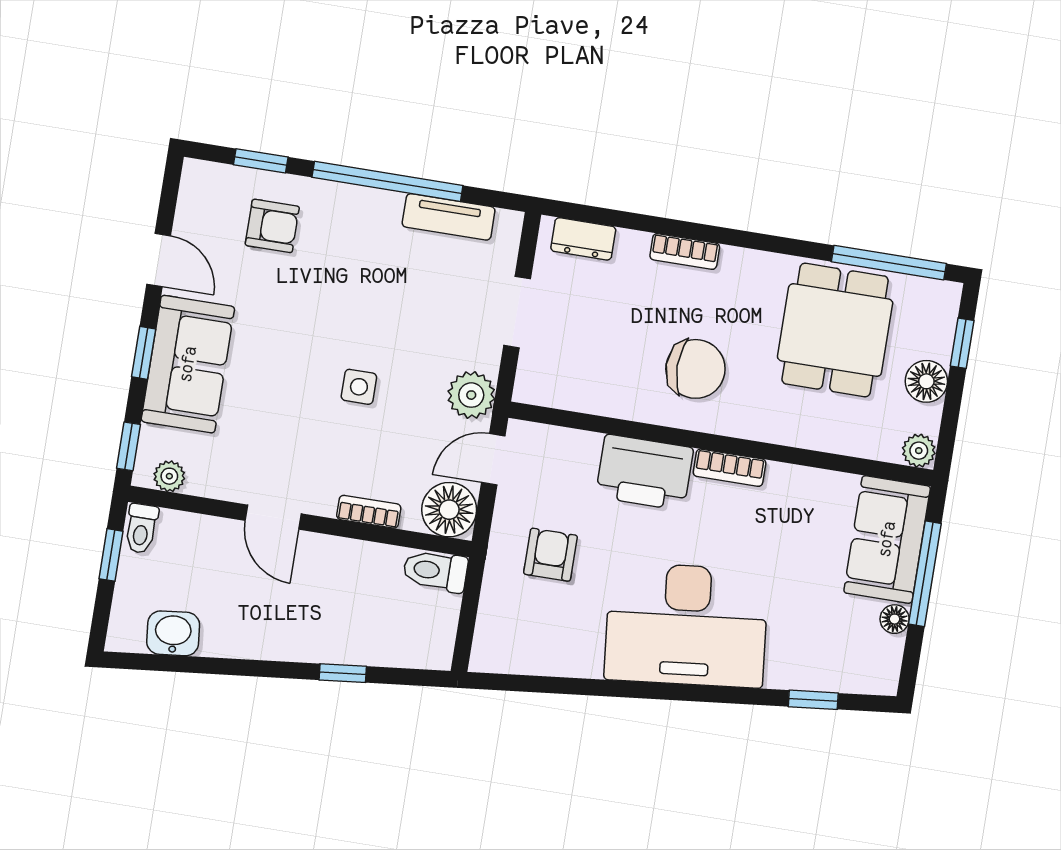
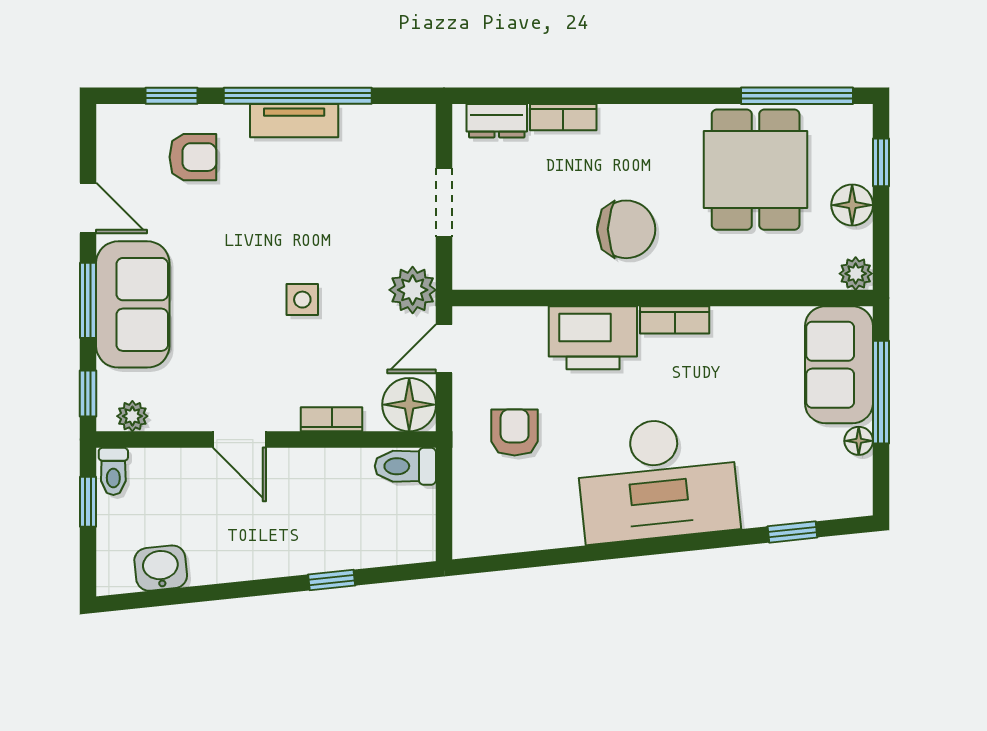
tv unit: (449, 217) -> (294, 121), moved
bookcase: (685, 251) -> (563, 117), moved
window: (144, 353) -> (88, 300), width x1.50

